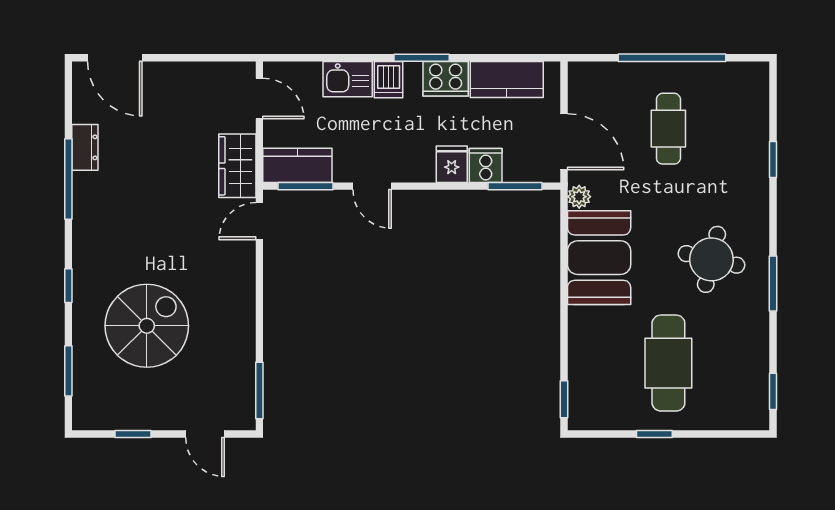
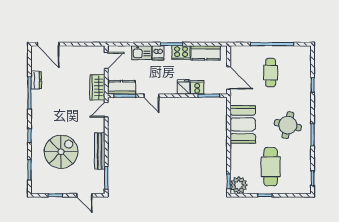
door: (259, 99) -> (106, 60), hinge flipped
plant: (579, 197) -> (239, 185), moved, width x1.88, depth x1.88
bench: (243, 324) -> (100, 151), added

